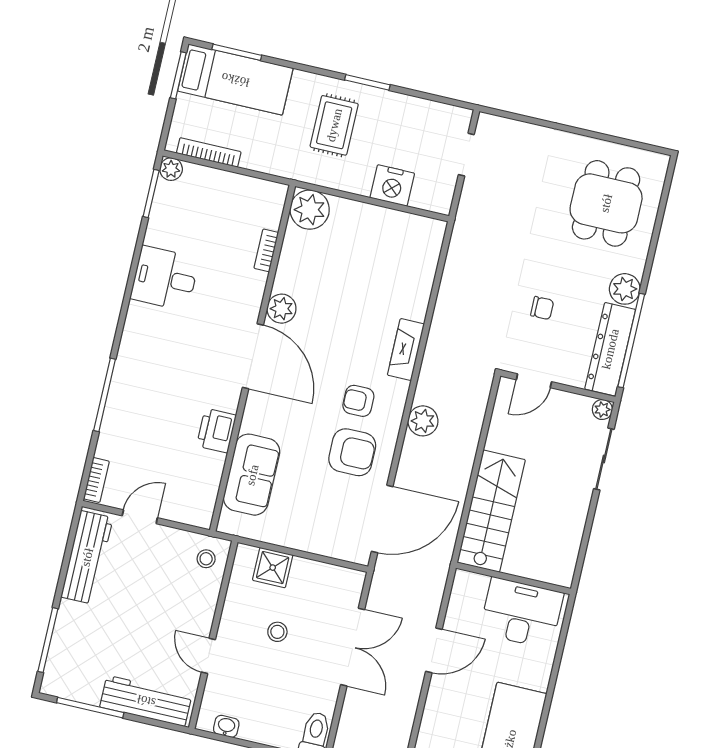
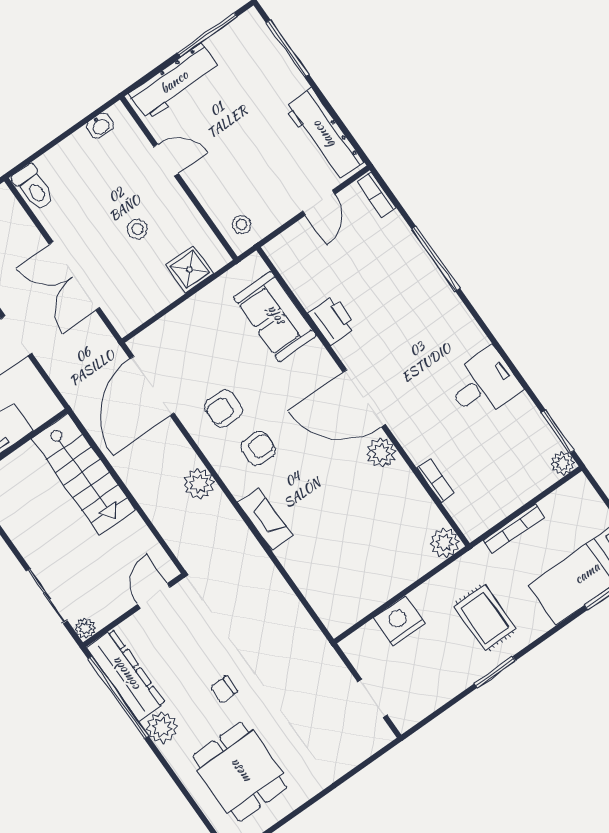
bookcase: (209, 152) -> (514, 529), moved
plant: (310, 210) -> (445, 543), width x0.73, depth x0.73
chair: (542, 308) -> (224, 689), moved
armchair: (352, 452) -> (223, 409), width x0.72, depth x0.72

